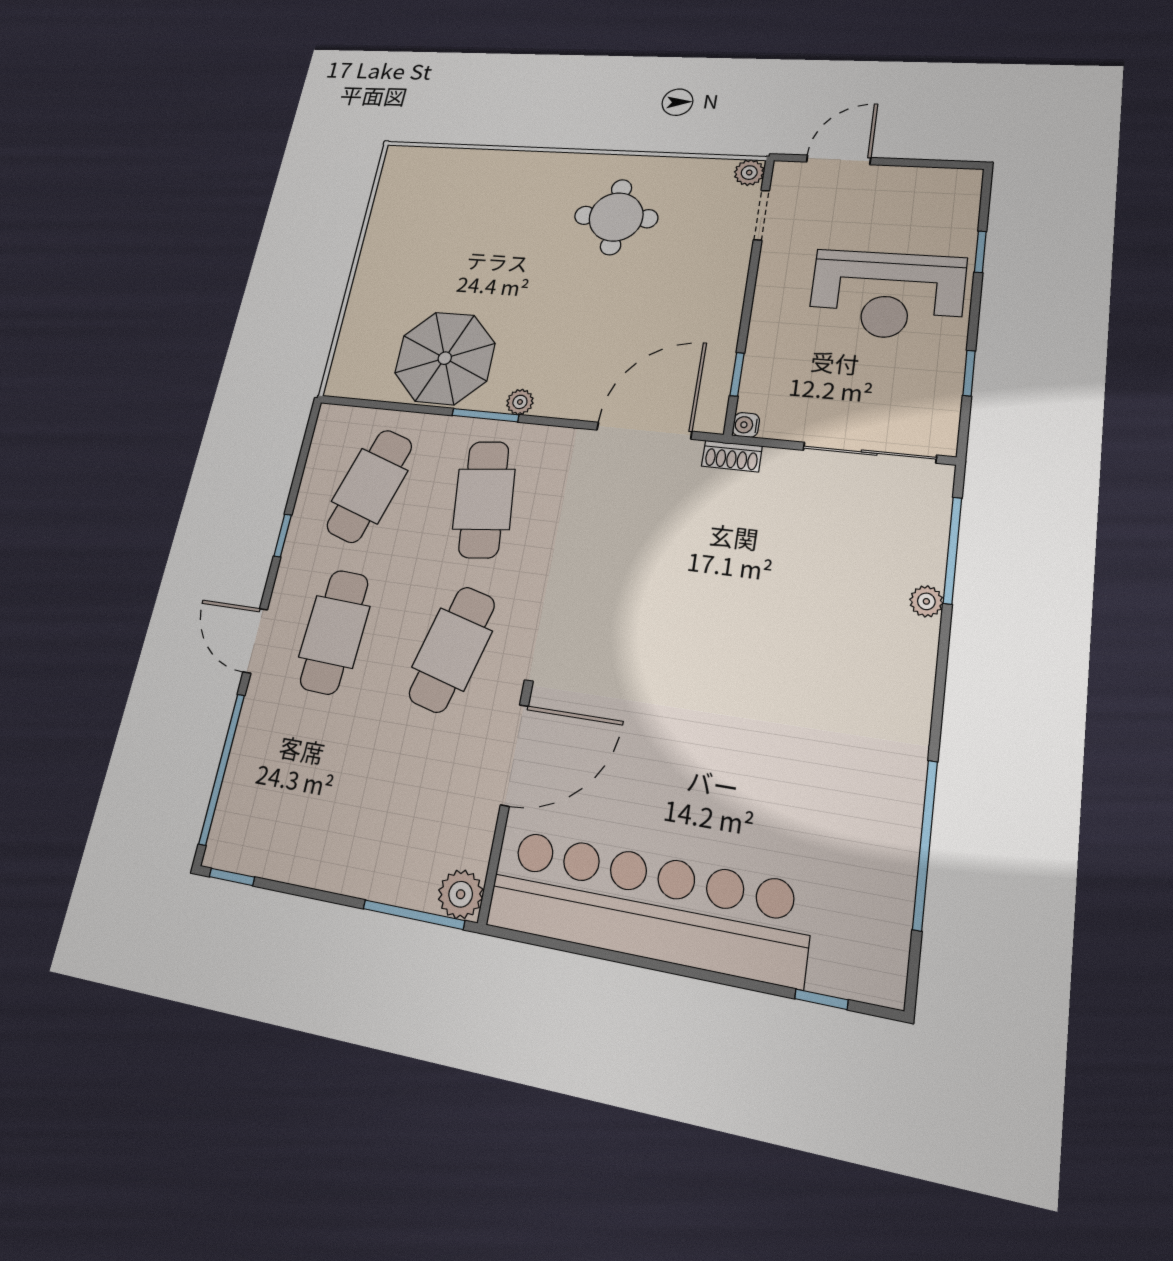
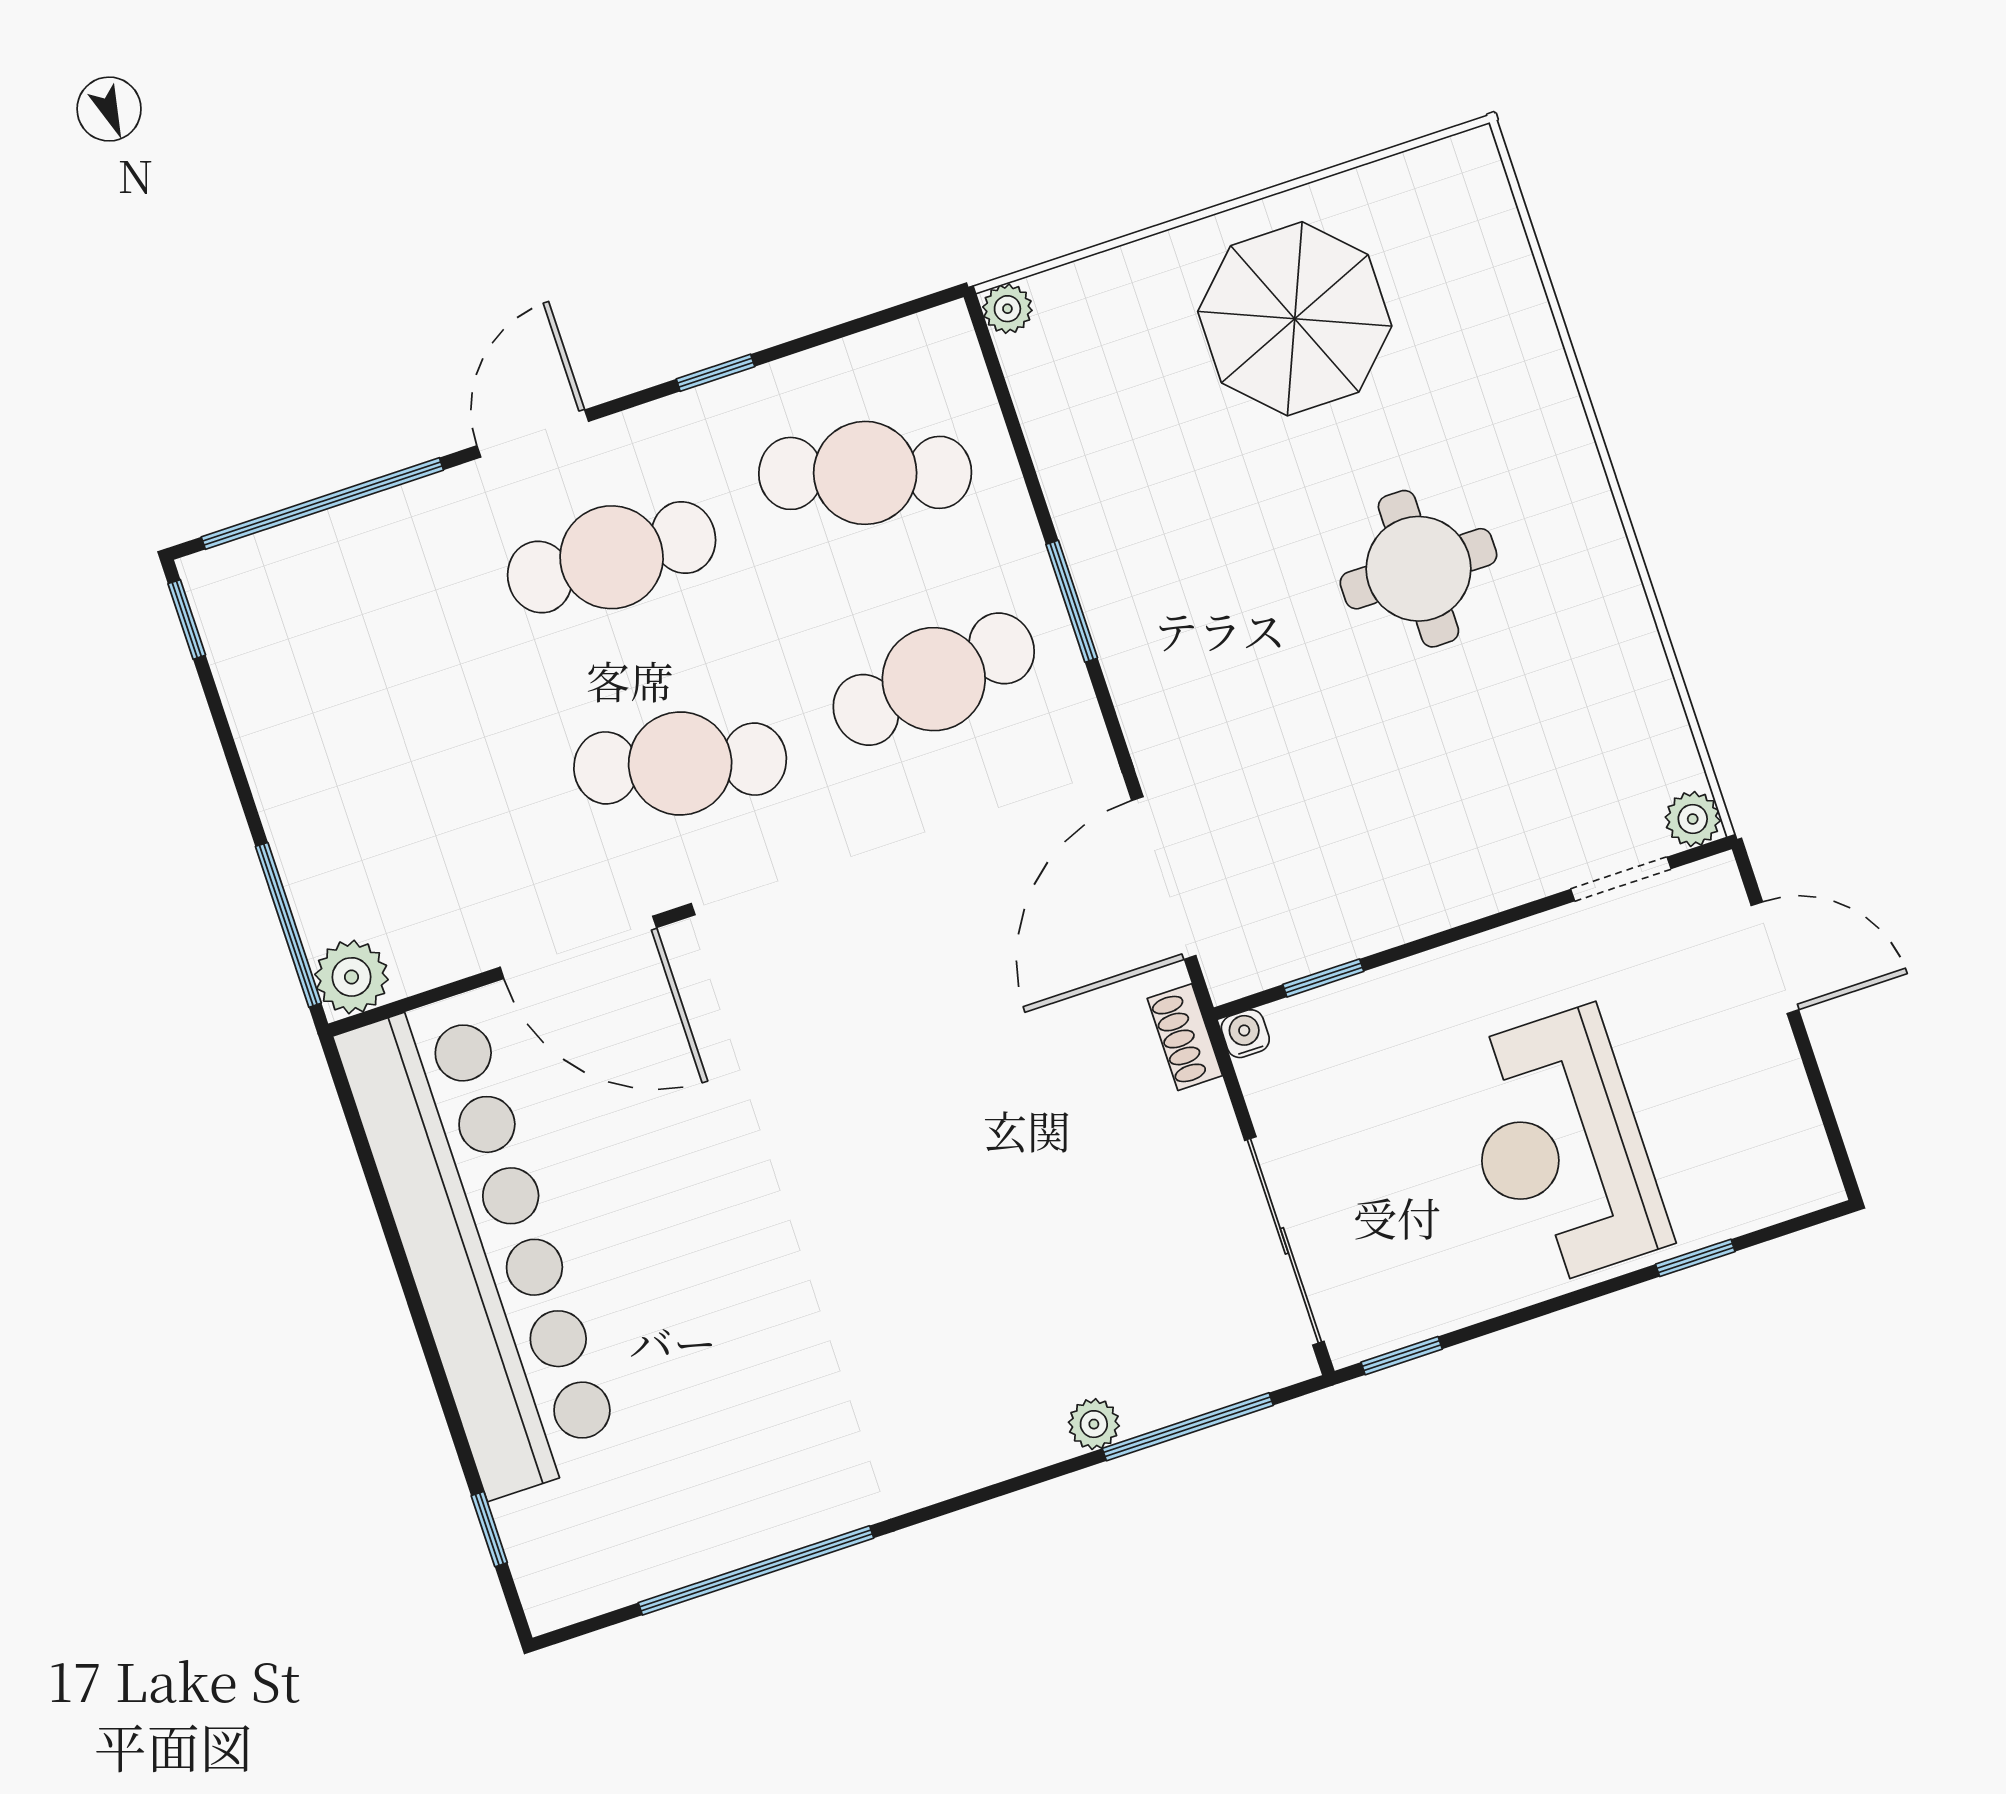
round table: (616, 217) -> (1418, 569), moved
parasol: (445, 358) -> (1295, 319), moved
window: (969, 373) -> (1402, 1356), moved
plant: (520, 402) -> (1007, 309), moved
door: (644, 431) -> (1164, 878), swing flipped

